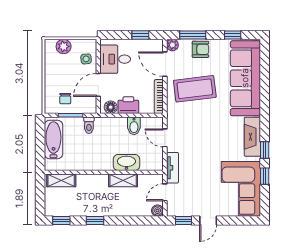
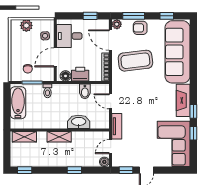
armchair: (201, 49) -> (140, 28), turned 180
shelving: (123, 180) -> (59, 137), moved
window: (95, 221) -> (74, 170), moved

